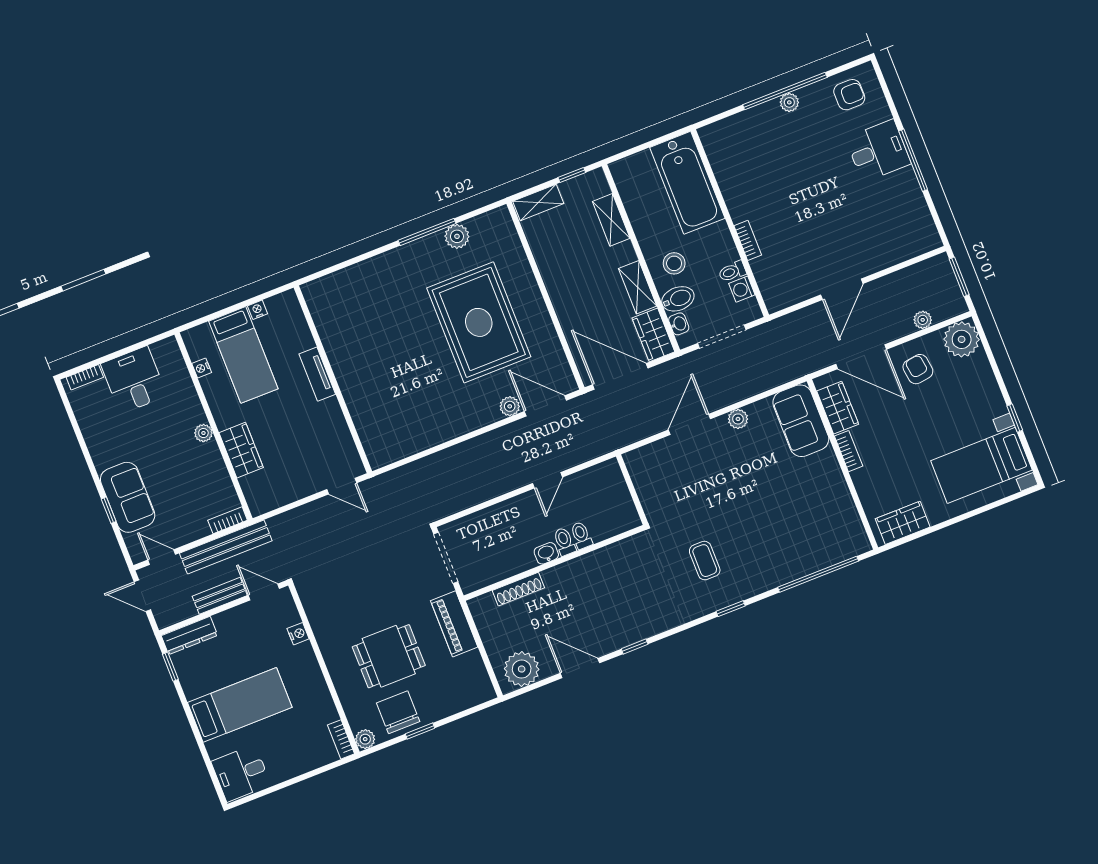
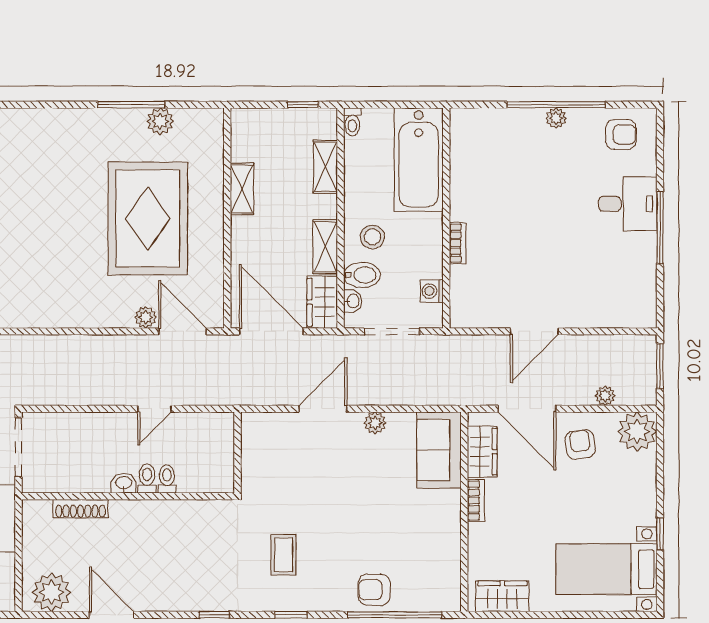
shelving: (538, 202) -> (242, 189), moved, turned 90
toilet: (732, 271) -> (352, 122), moved, turned -90
armchair: (793, 560) -> (374, 590), added
window: (635, 646) -> (214, 615), moved

